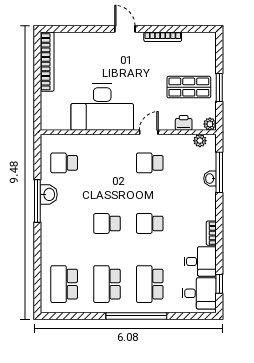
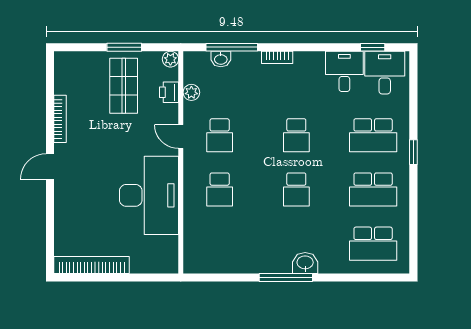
plant: (200, 141) -> (191, 92), moved
school desk: (64, 163) -> (220, 189), moved
washbasin: (210, 179) -> (221, 59), moved
washbasin: (49, 194) -> (305, 263), moved
window: (37, 201) -> (286, 277), moved
bookcase: (211, 233) -> (277, 57), moved
window: (136, 316) -> (413, 152), width x0.32

